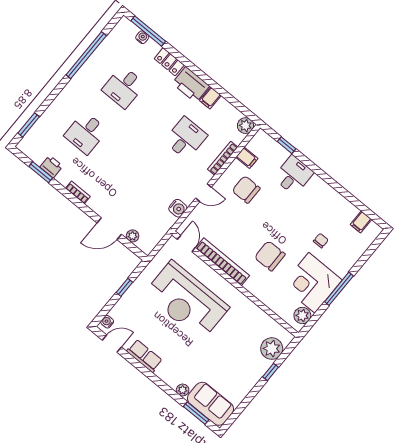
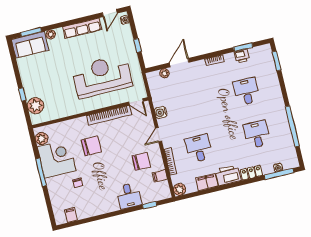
filing cabinet: (210, 98) -> (207, 182), width x2.00
desk: (186, 138) -> (199, 148), turned 180
row of seats: (144, 356) -> (82, 28), width x1.48

